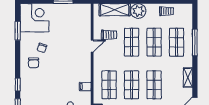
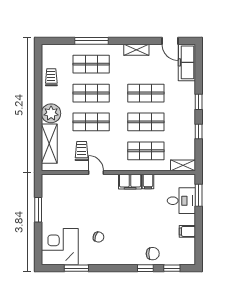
chair: (34, 63) -> (153, 254), moved
filing cabinet: (85, 73) -> (130, 182), added

